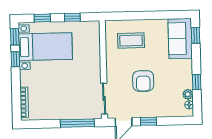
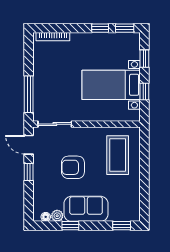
sofa: (180, 39) -> (86, 209), moved
coffee table: (131, 40) -> (118, 155), width x1.36, depth x1.32
bed with nightstands: (45, 47) -> (111, 85), moved, turned 90

